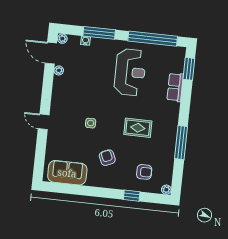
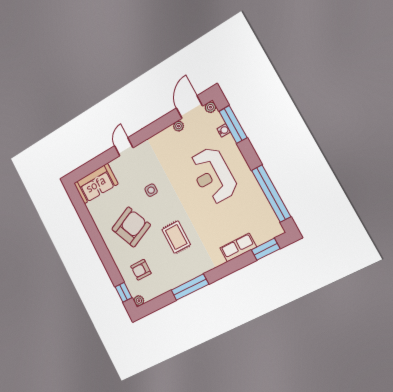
window: (99, 33) -> (233, 124), moved
reception desk: (130, 72) -> (213, 175), moved, turned 90
armchair: (107, 158) -> (131, 227), width x1.88, depth x1.88
armchair: (144, 172) -> (141, 270), turned 90
sofa: (67, 173) -> (96, 184), moved, turned 90
window: (132, 196) -> (124, 292), moved

